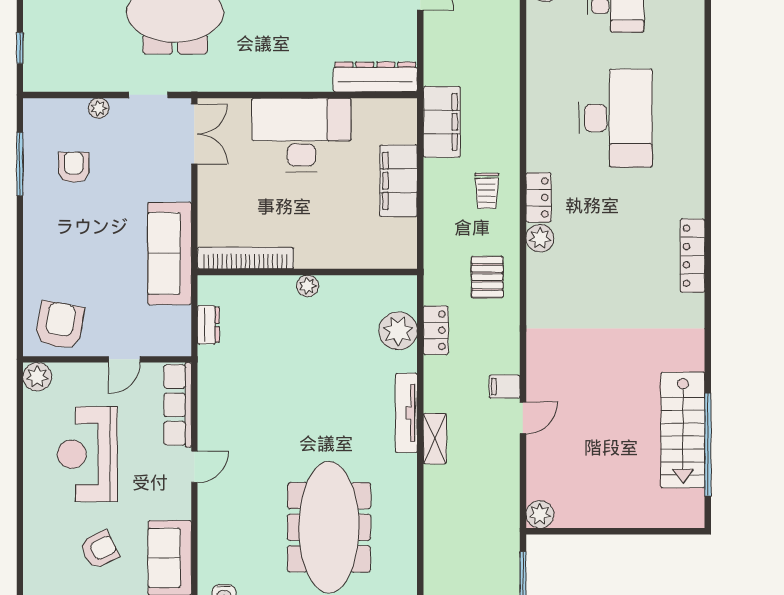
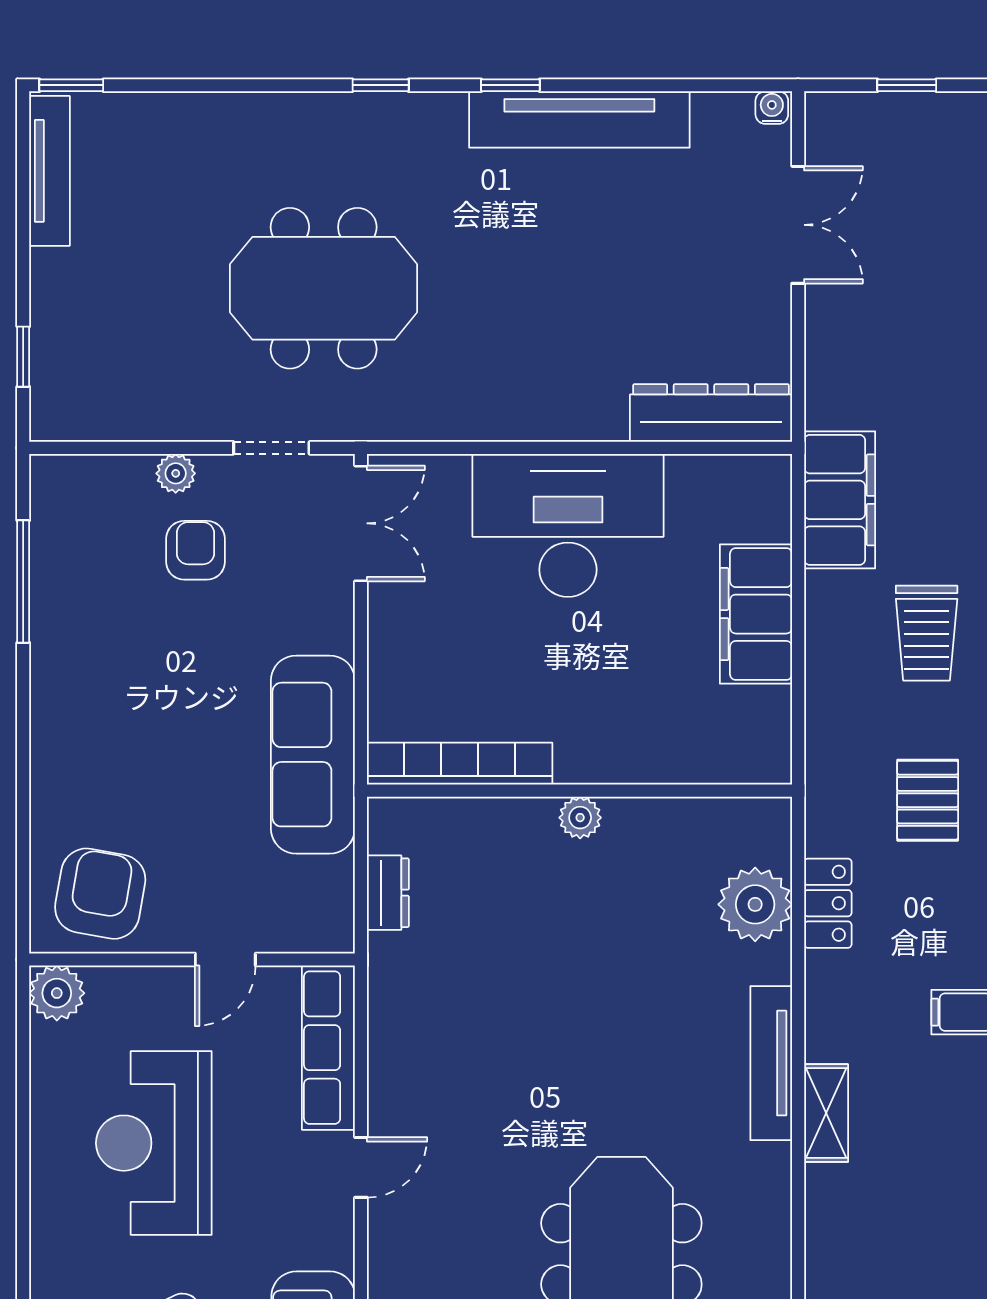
armchair: (74, 167) -> (195, 550), moved
trolley: (487, 191) -> (927, 633), width x1.36, depth x1.39

